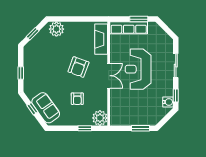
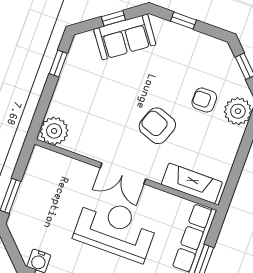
armchair: (77, 99) -> (204, 100), moved
sofa: (46, 108) -> (125, 37), moved
window: (85, 128) -> (58, 63), moved

